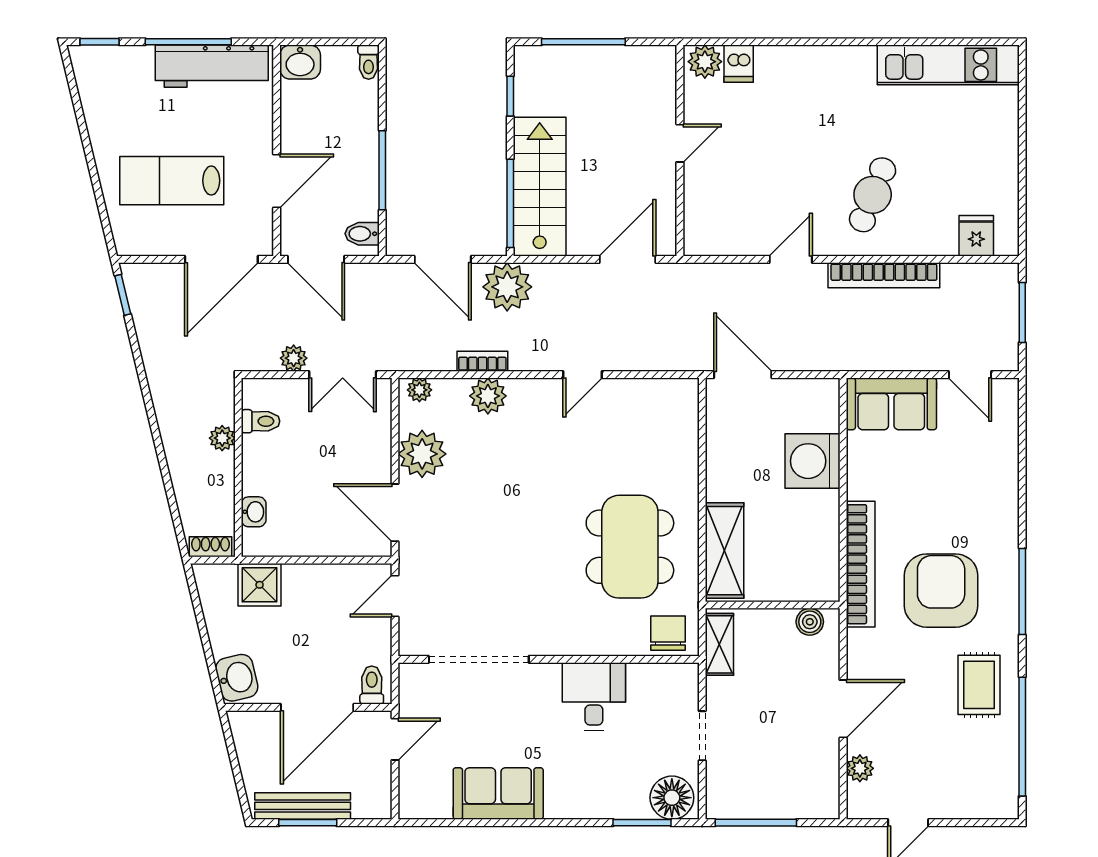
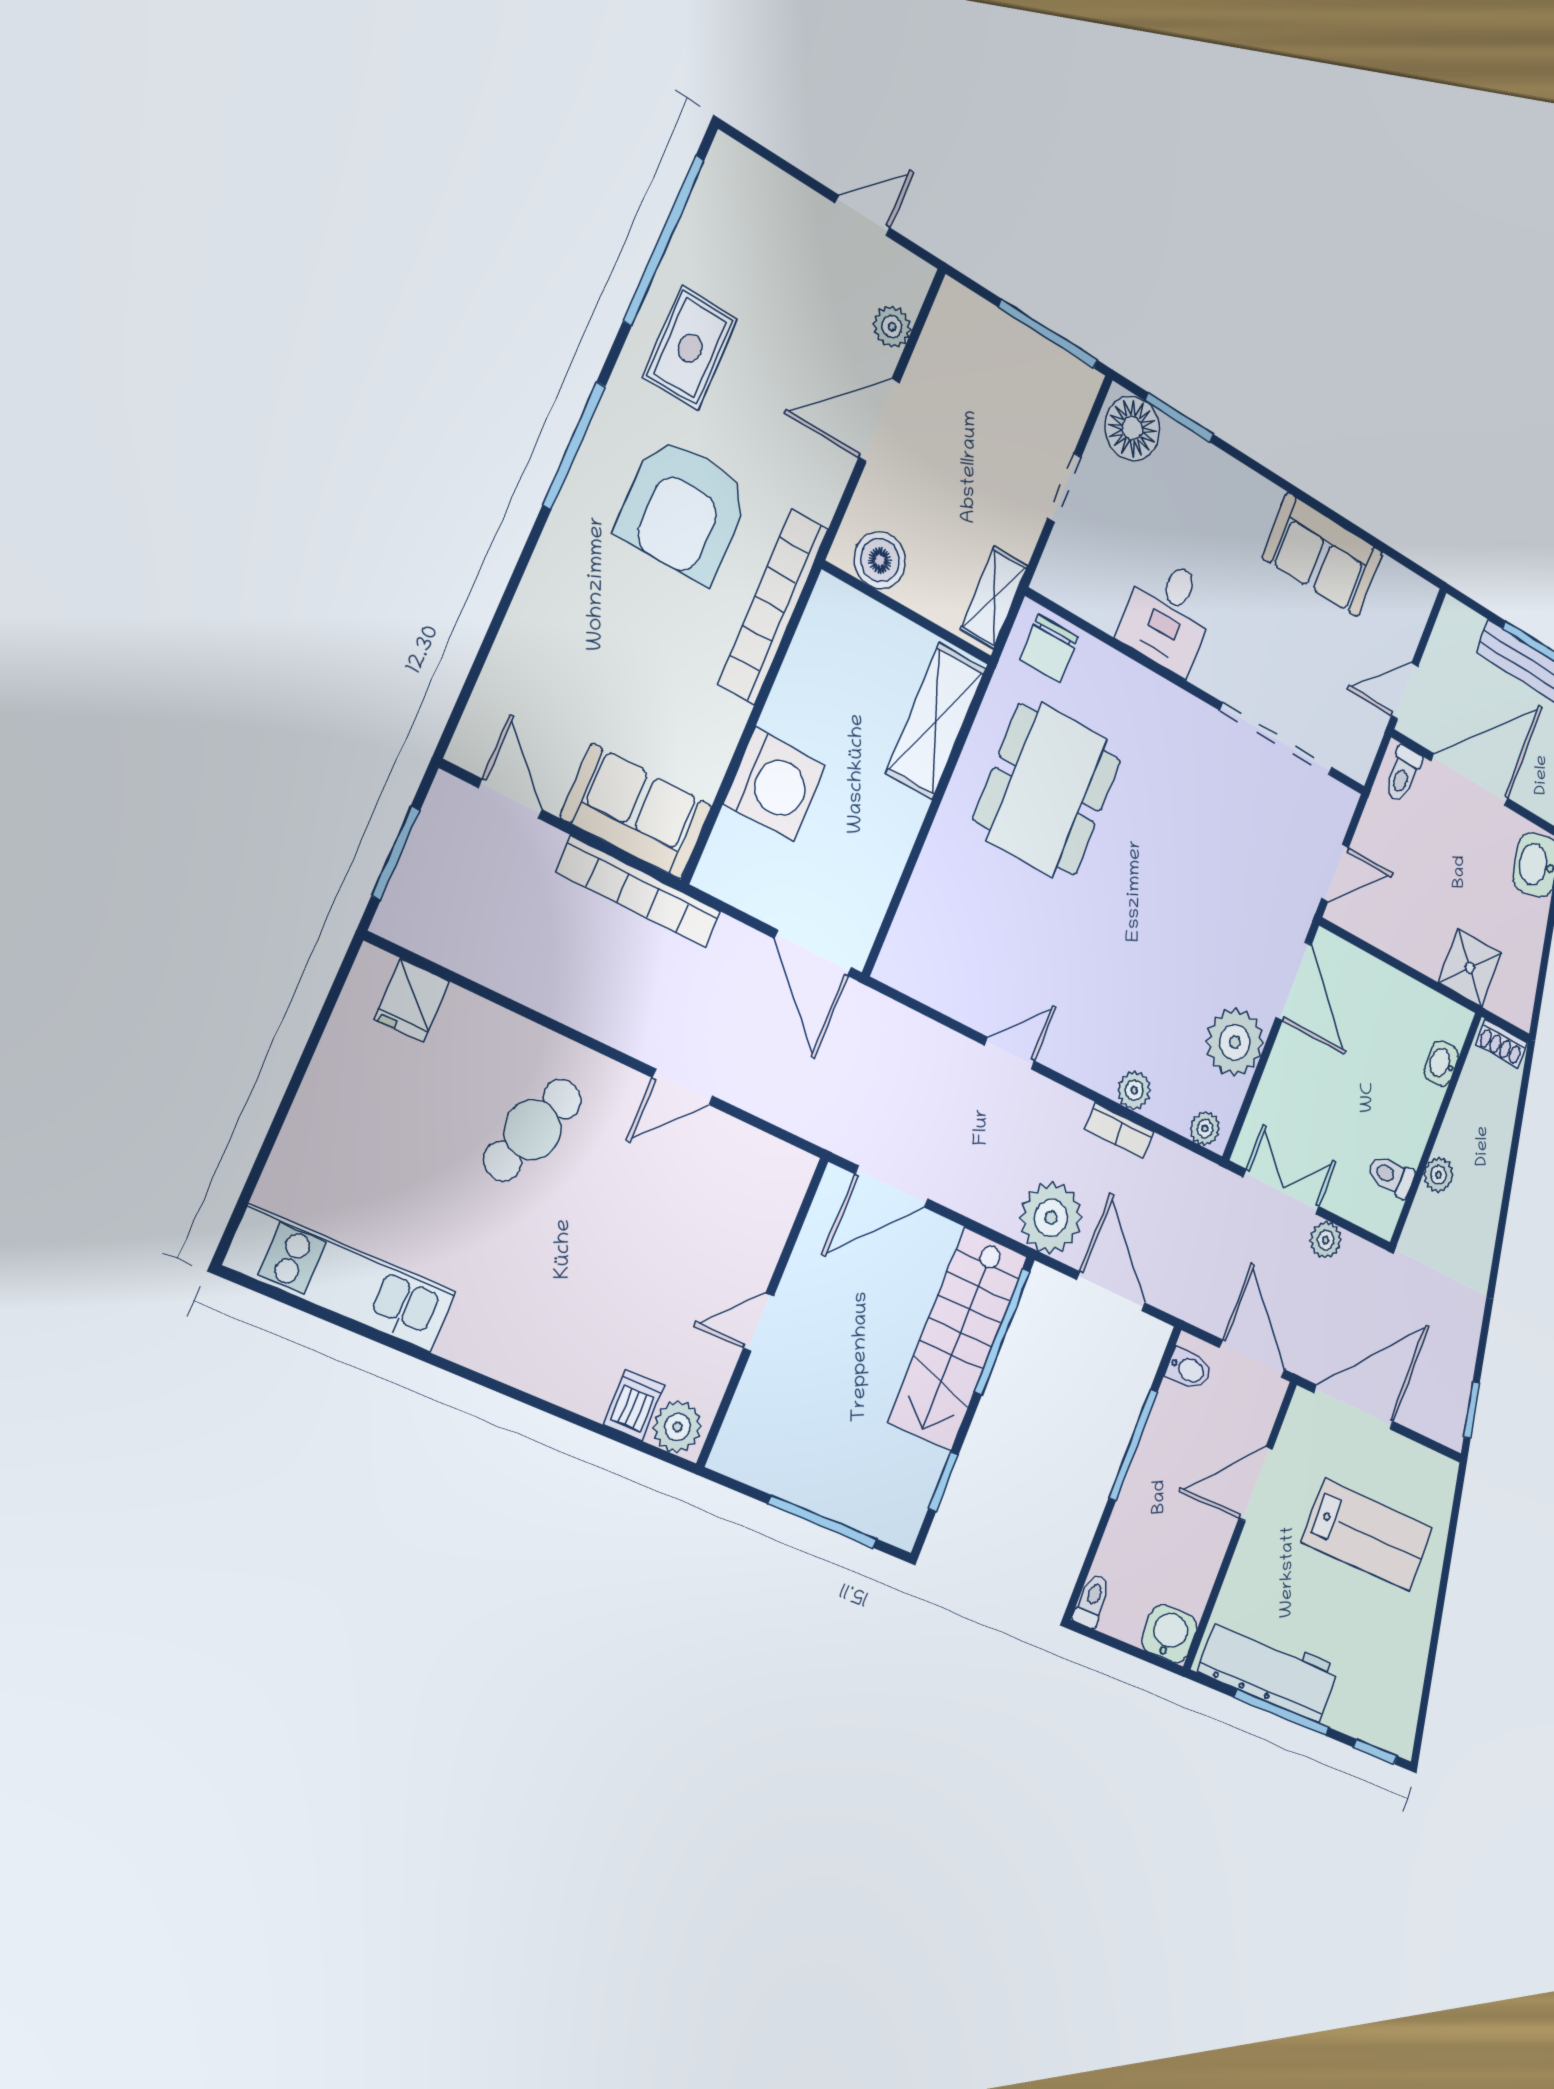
bookcase: (884, 275) -> (639, 892), moved, turned 180
plant: (488, 396) -> (1134, 1090), width x0.73, depth x0.73
boiler: (810, 622) -> (880, 560), width x1.36, depth x1.36

